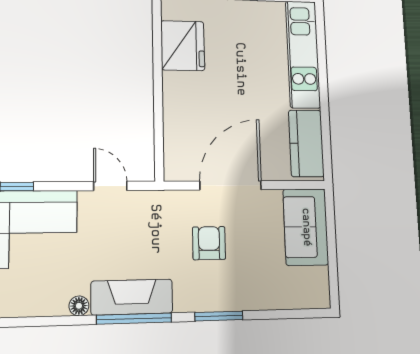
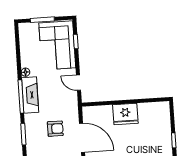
fridge: (183, 46) -> (125, 114), moved
door: (110, 186) -> (78, 83), swing flipped

